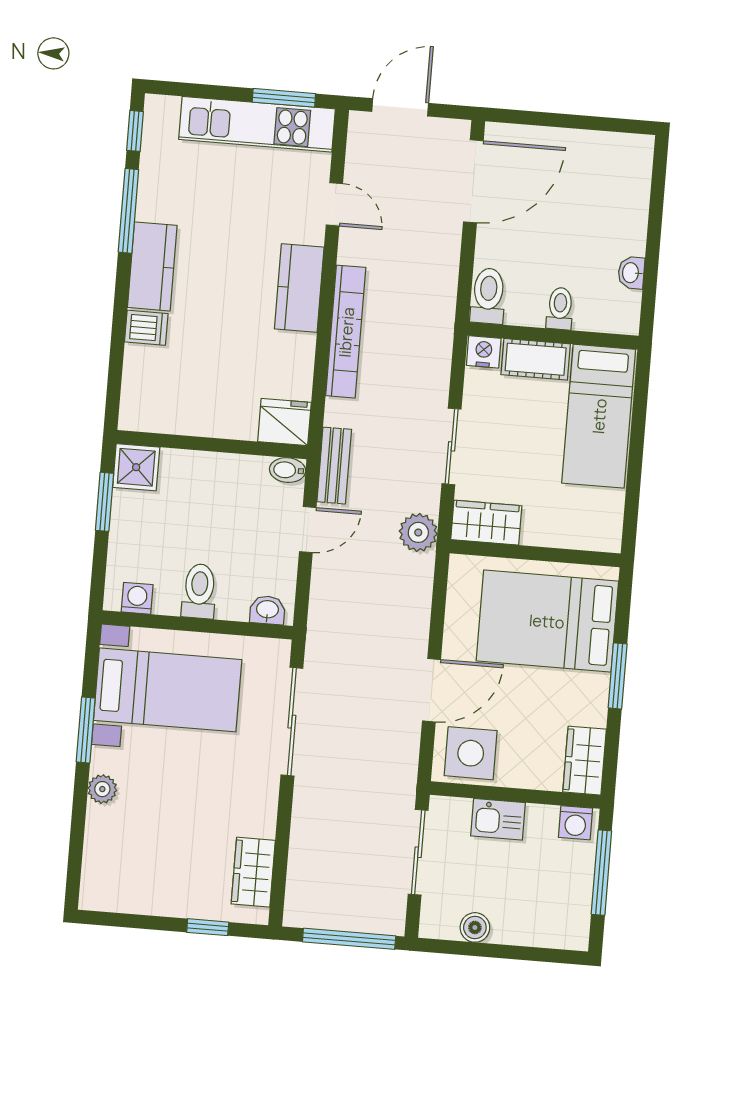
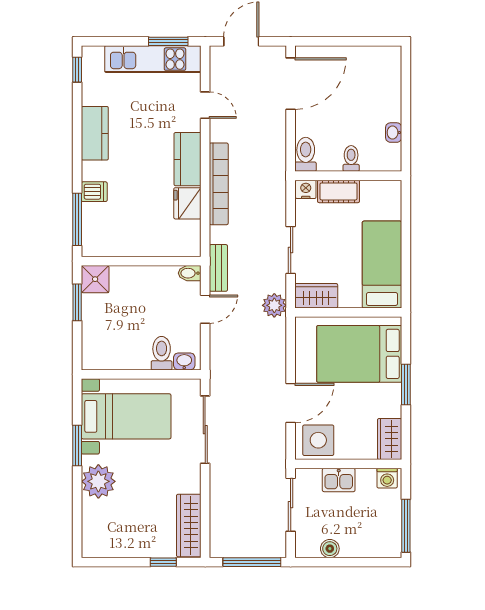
window: (128, 211) -> (77, 219), moved
kitchen counter: (152, 266) -> (95, 133), moved
bed: (599, 416) -> (382, 265), moved, turned 180
fridge: (284, 422) -> (187, 203), moved, turned -90
toilet: (199, 591) -> (162, 353), moved
washing machine: (137, 598) -> (102, 361), removed
plant: (102, 789) -> (98, 481), width x1.88, depth x1.88
wardrobe: (253, 872) -> (189, 526), width x1.50
window: (601, 873) -> (406, 526), moved

